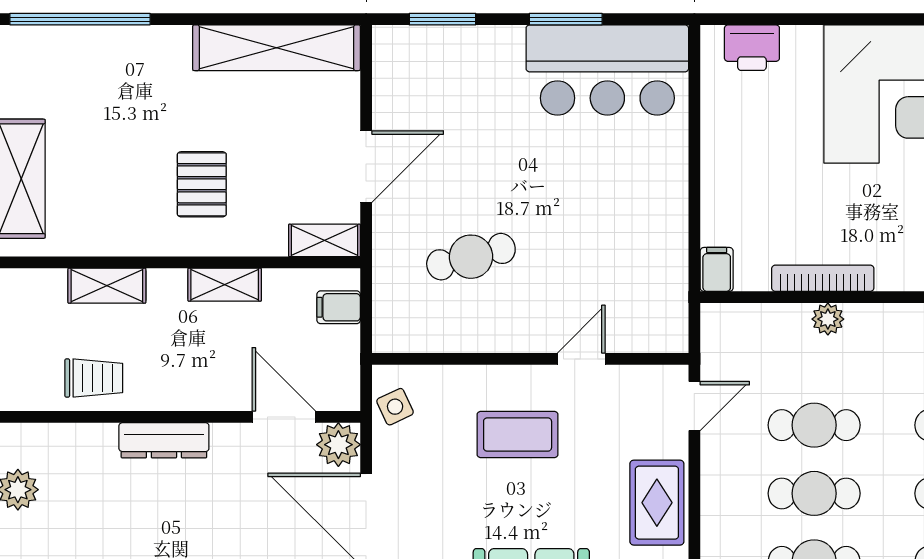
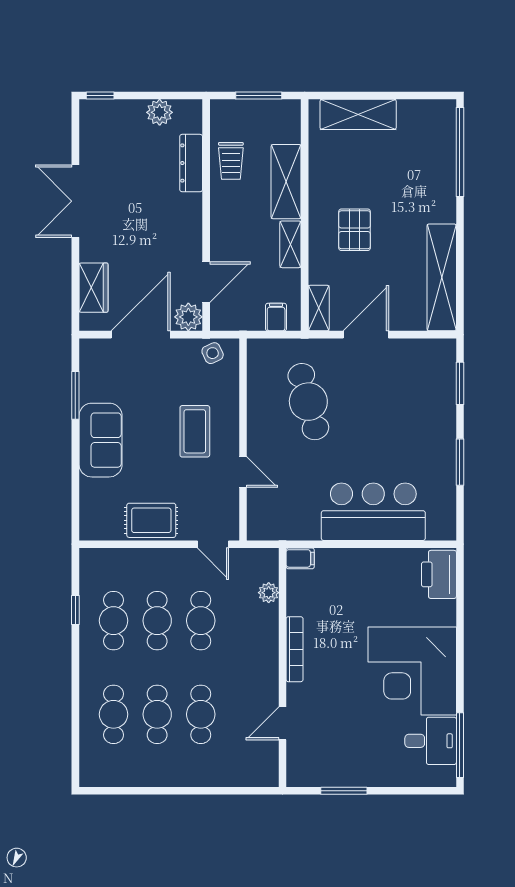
printer: (752, 48) -> (439, 574), width x1.37, depth x1.19
bar counter: (607, 70) -> (373, 512), moved, turned 90
door: (366, 167) -> (366, 335), swing flipped
pallet: (202, 184) -> (355, 230), turned 90
cafe table: (471, 257) -> (308, 402), width x1.37, depth x1.35
bookcase: (823, 278) -> (295, 649), moved
shelving: (107, 286) -> (286, 182), width x1.50, depth x1.33
plant: (828, 319) -> (269, 593), moved
dresser: (164, 440) -> (191, 163), moved

